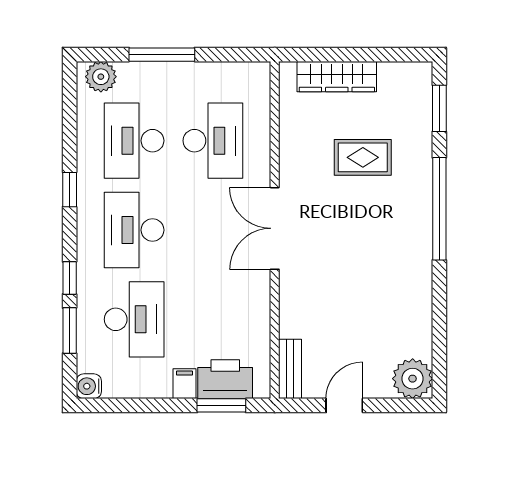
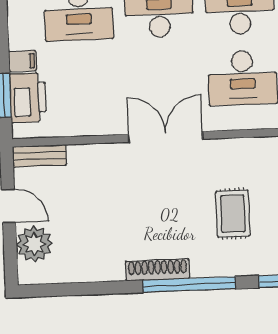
shoe rack: (422, 243) -> (158, 270), added
plant: (413, 379) -> (34, 244), moved

